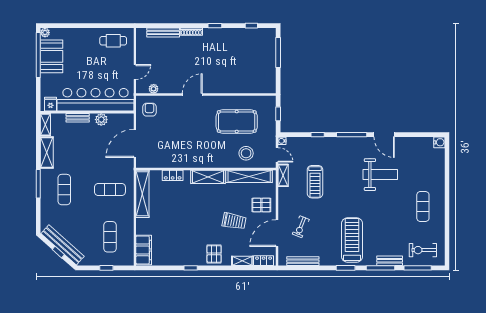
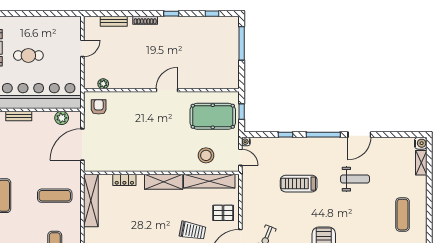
bench: (163, 32) -> (114, 21), width x0.73
cafe table: (113, 41) -> (28, 55), moved
door: (135, 72) -> (82, 48), moved
door: (192, 95) -> (167, 90), moved
plant: (101, 120) -> (62, 118), moved
pool table: (237, 122) -> (213, 116), moved
door: (384, 135) -> (359, 135), hinge flipped
shelving: (283, 175) -> (421, 163), moved
weight bench: (380, 175) -> (355, 179), width x0.73, depth x0.75
treadmill: (315, 182) -> (299, 184), moved, turned 90

